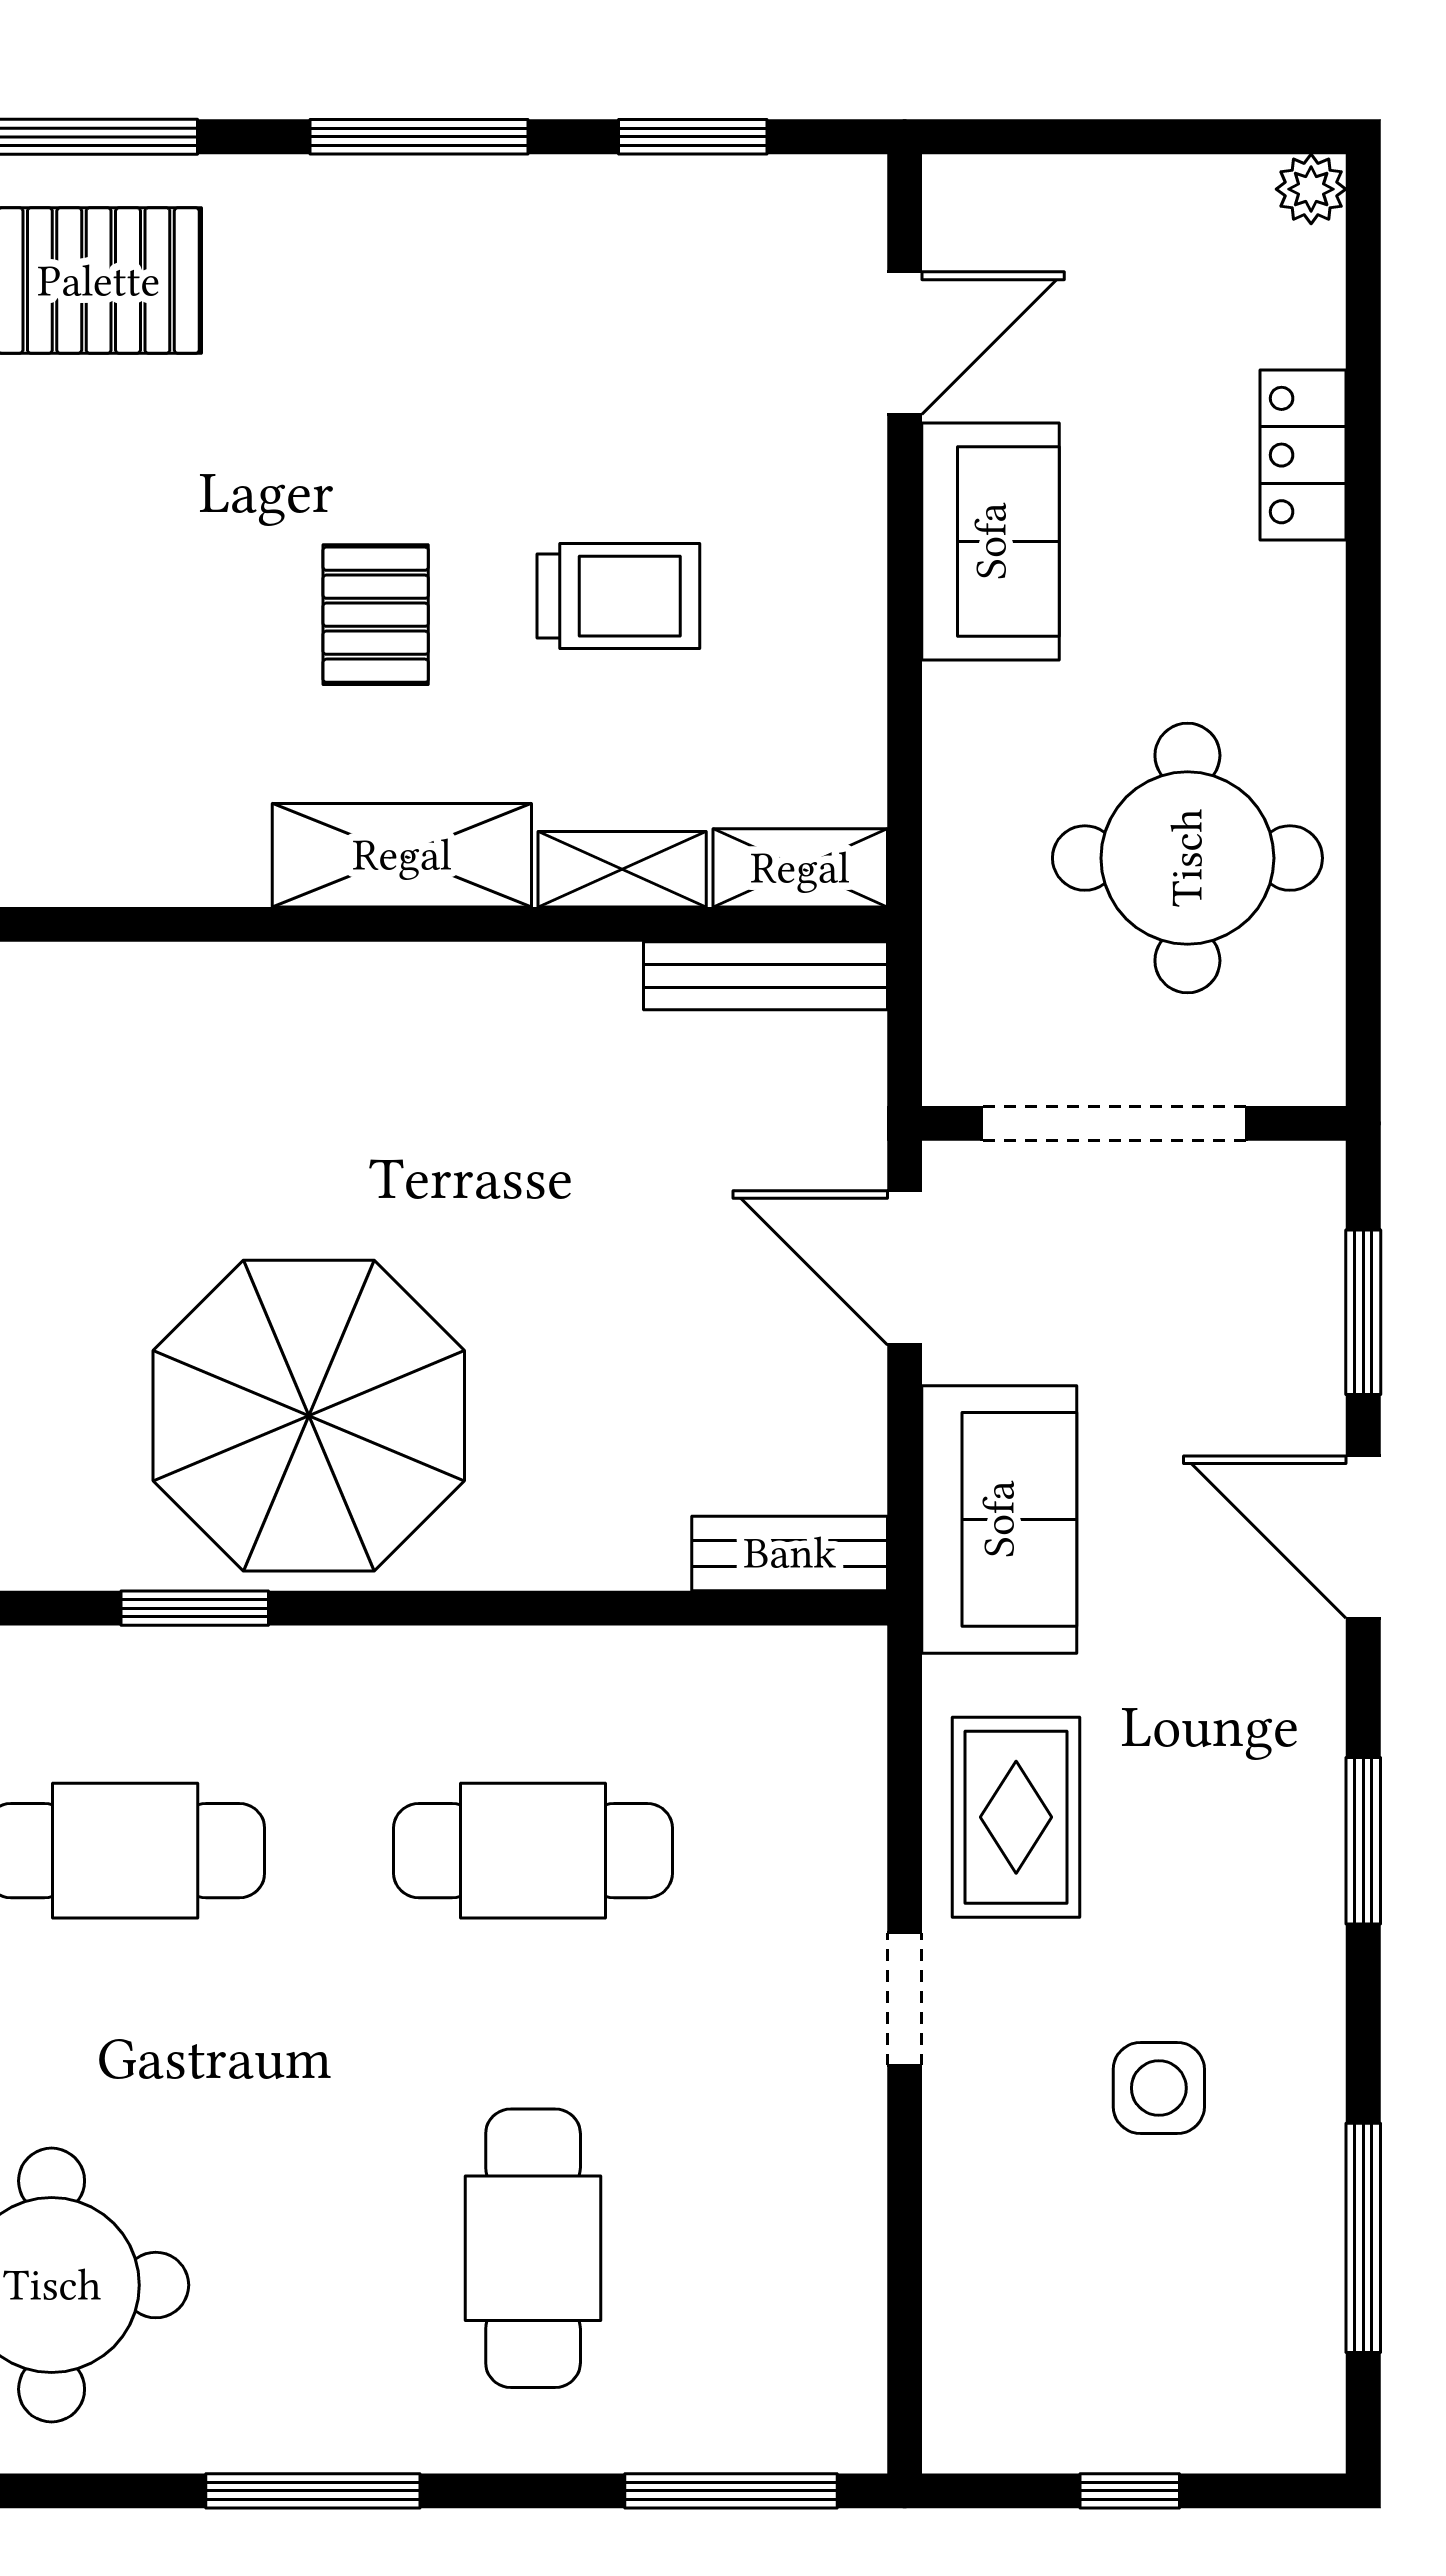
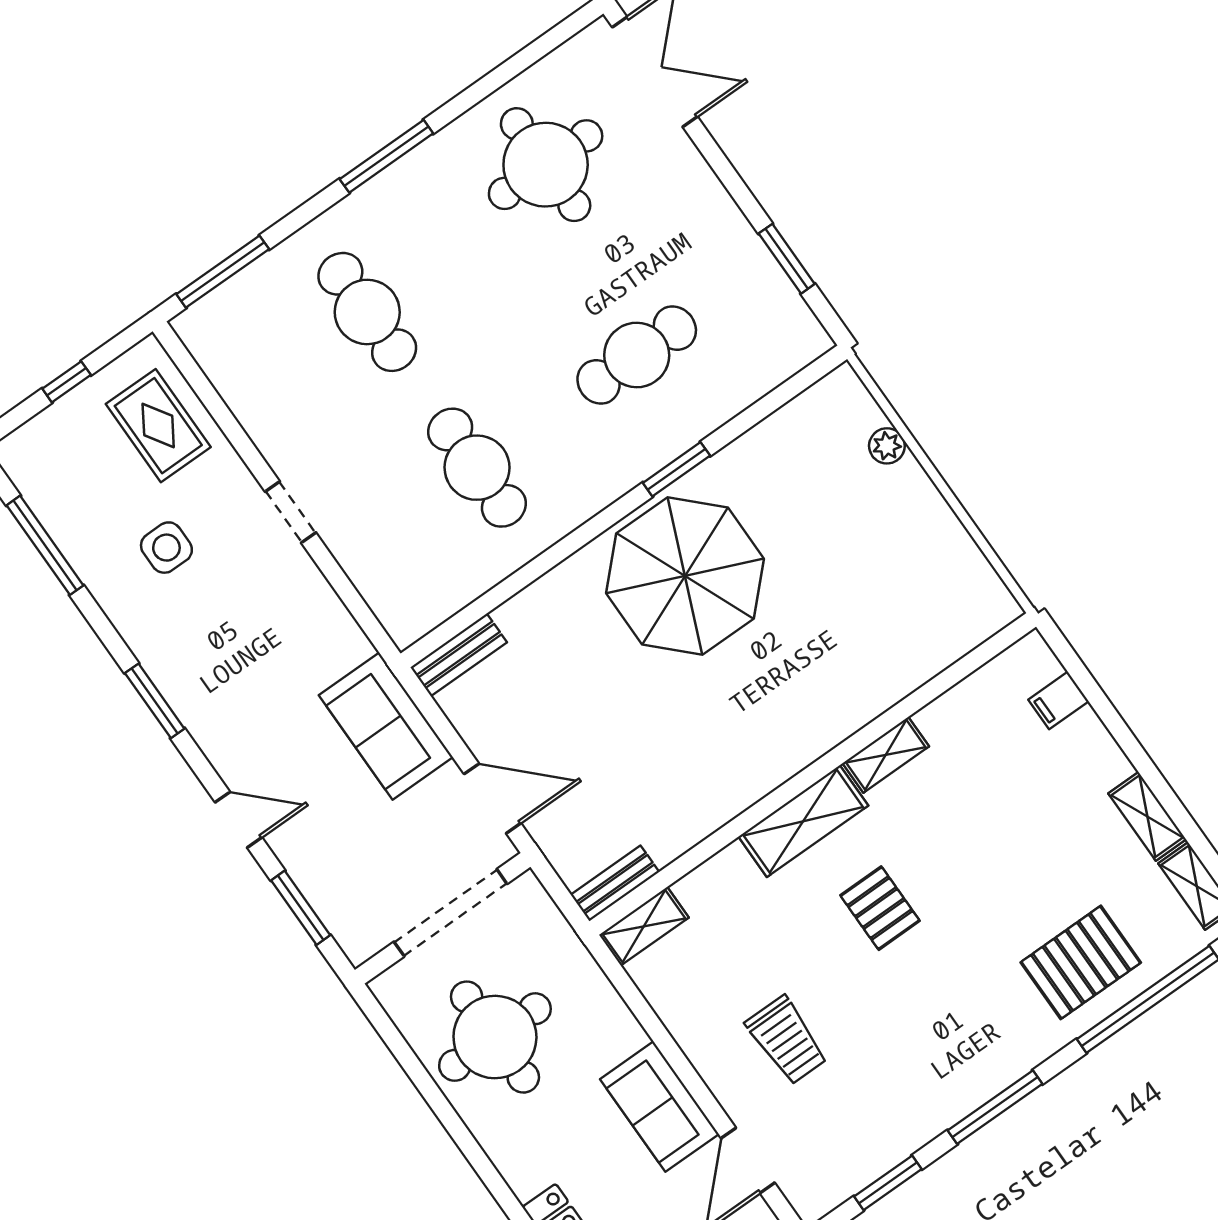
trolley: (618, 596) -> (787, 1040), moved, turned -90
shelving: (622, 869) -> (886, 755), moved
bench: (765, 976) -> (615, 883), width x0.73
door: (1363, 1537) -> (239, 820), width x0.73
rug: (1016, 1817) -> (158, 426), moved
cafe table: (533, 1851) -> (477, 468), turned 90

